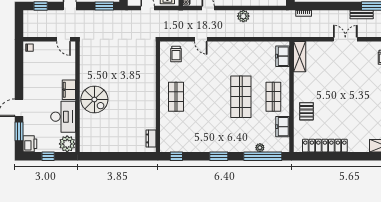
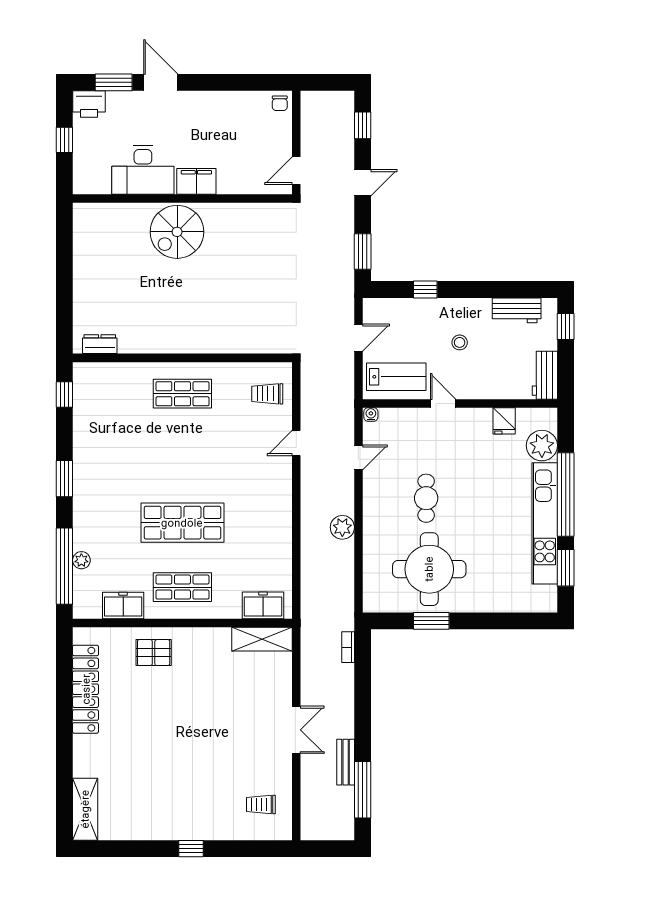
plant: (67, 144) -> (89, 178), removed

